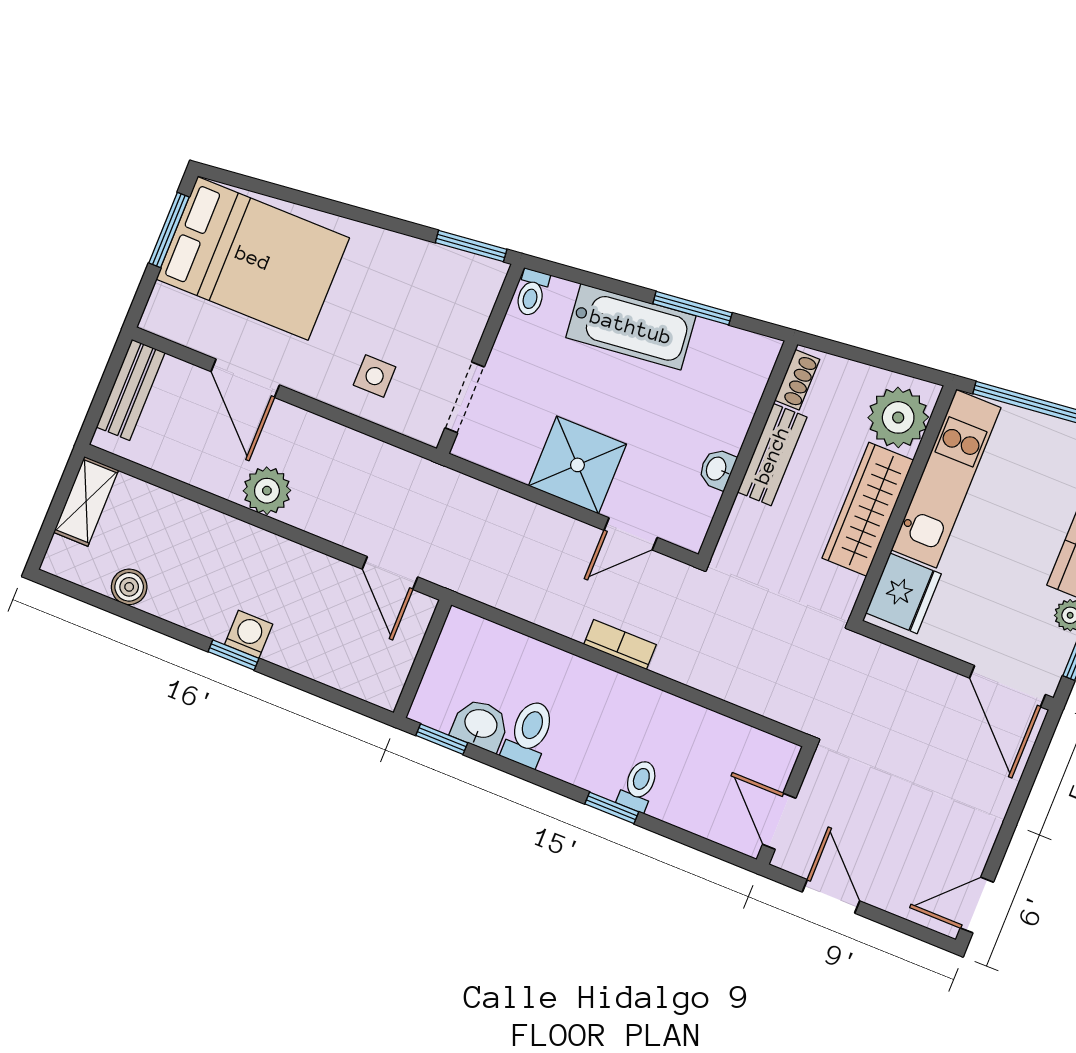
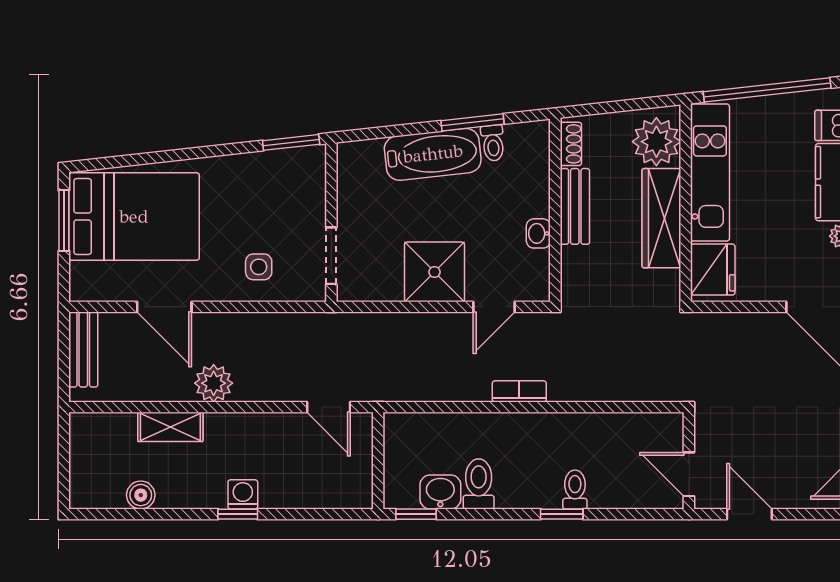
toilet: (532, 293) -> (493, 143), moved
shelving: (86, 501) -> (170, 427), moved, turned 90

